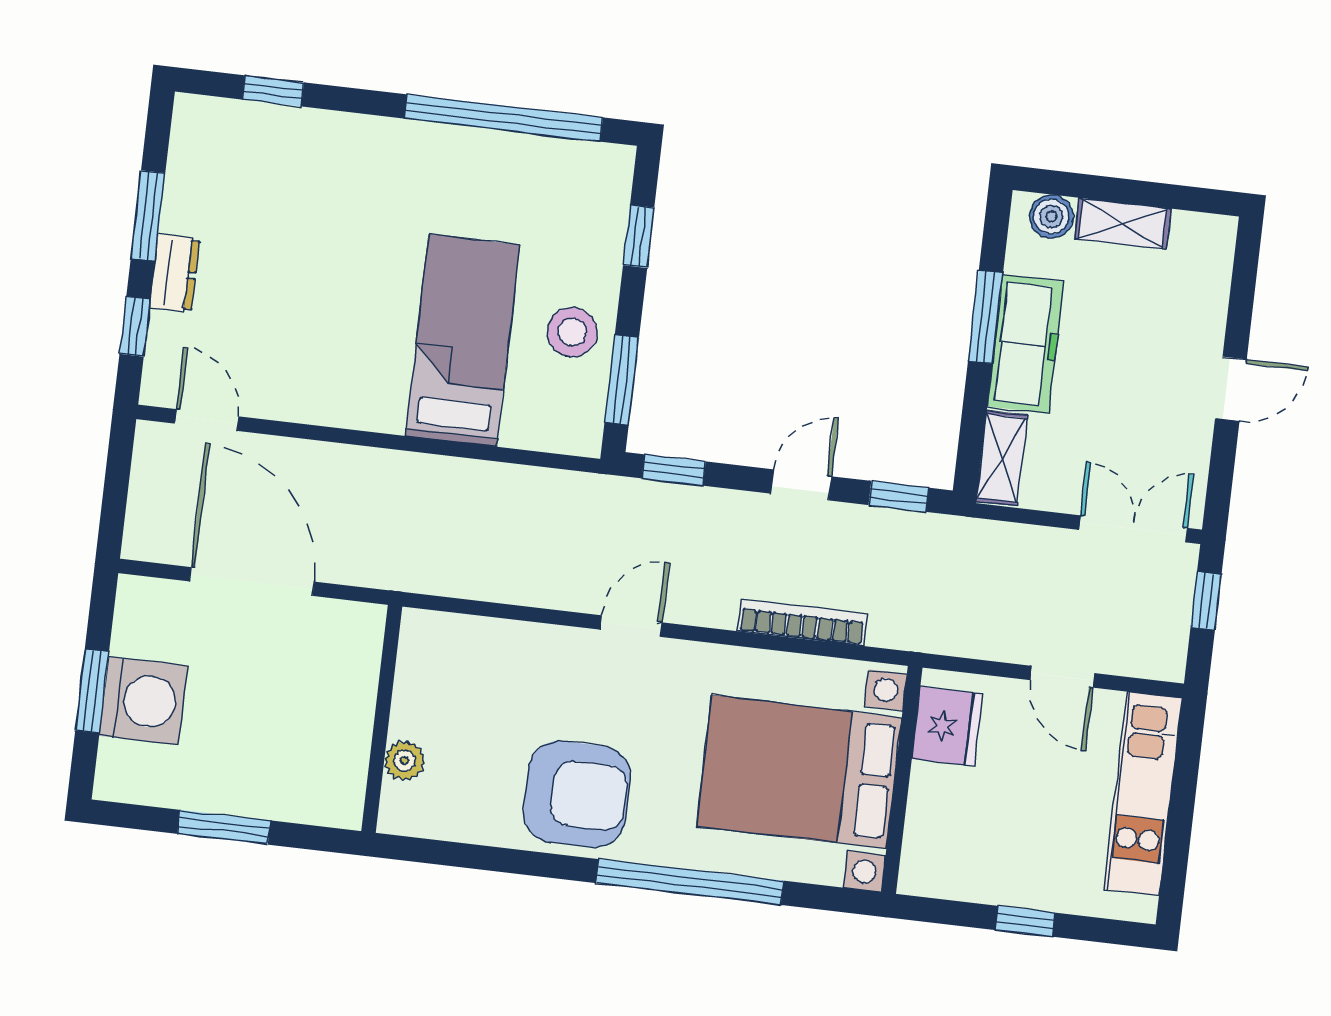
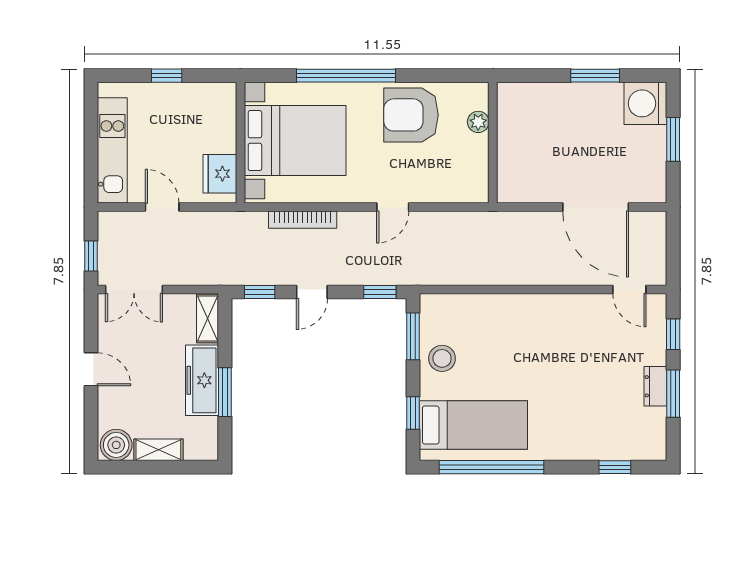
boiler: (1051, 216) -> (116, 445), moved, width x1.36, depth x1.36
dresser: (175, 273) -> (655, 386), moved
bed: (463, 340) -> (473, 425), moved, turned -90
door: (1231, 389) -> (91, 369), swing flipped
washing machine: (143, 701) -> (645, 103), moved
wall: (382, 719) -> (493, 143), moved
plant: (404, 761) -> (478, 122), moved

